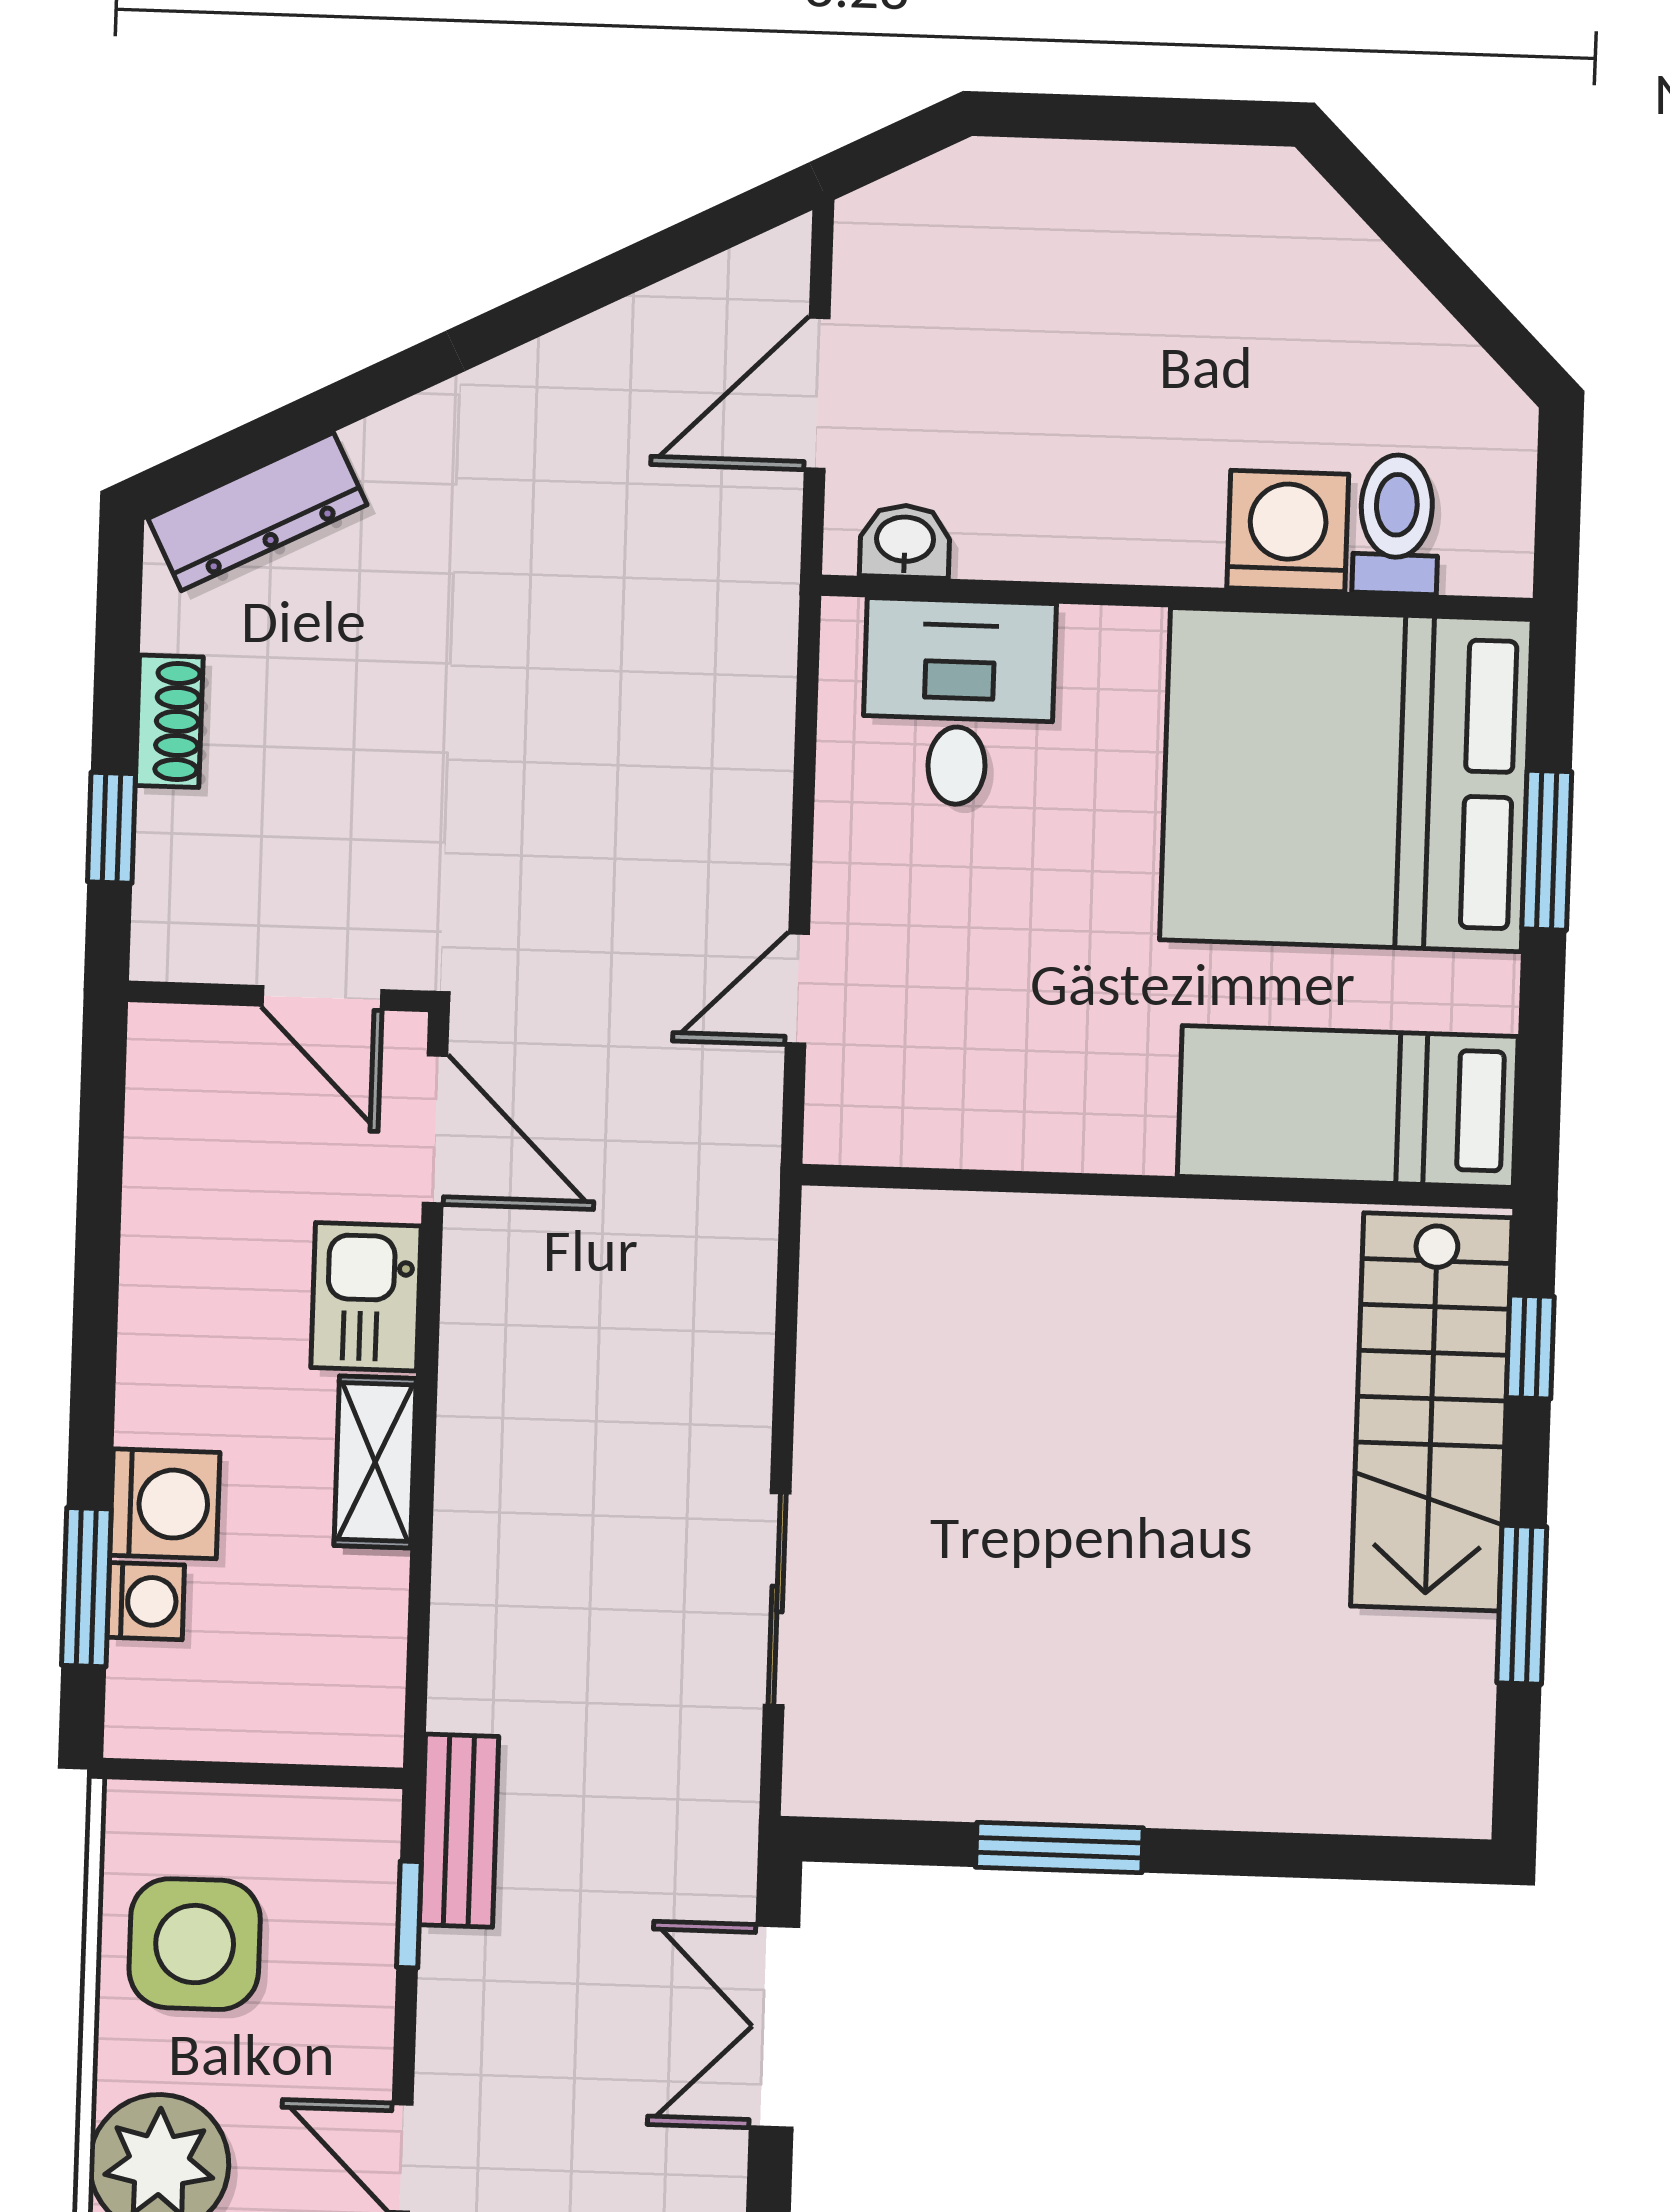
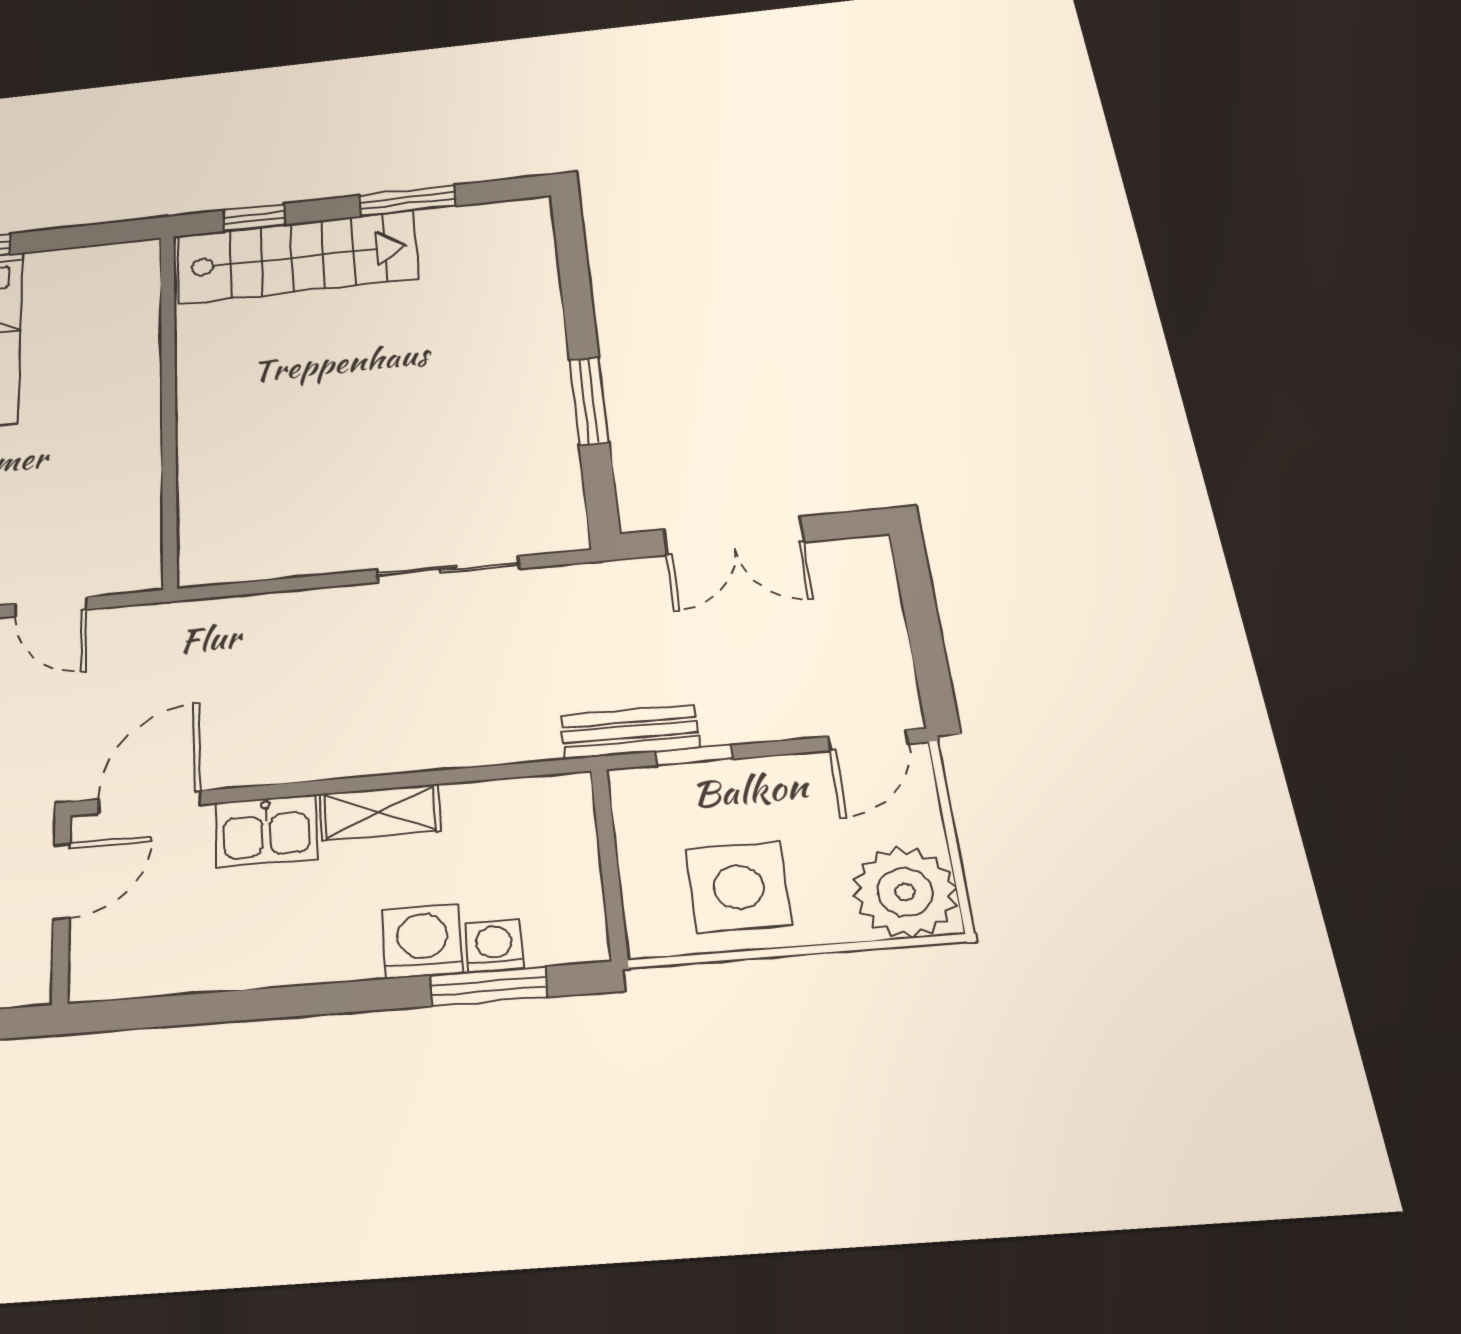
bed: (1348, 1106) -> (116, 320), removed

